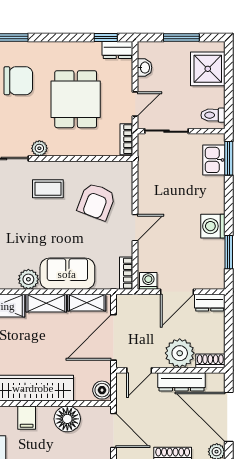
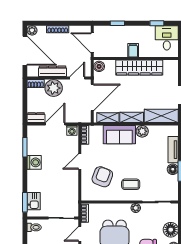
filing cabinet: (27, 418) -> (133, 50), moved
floor lamp: (67, 419) -> (119, 50), removed

